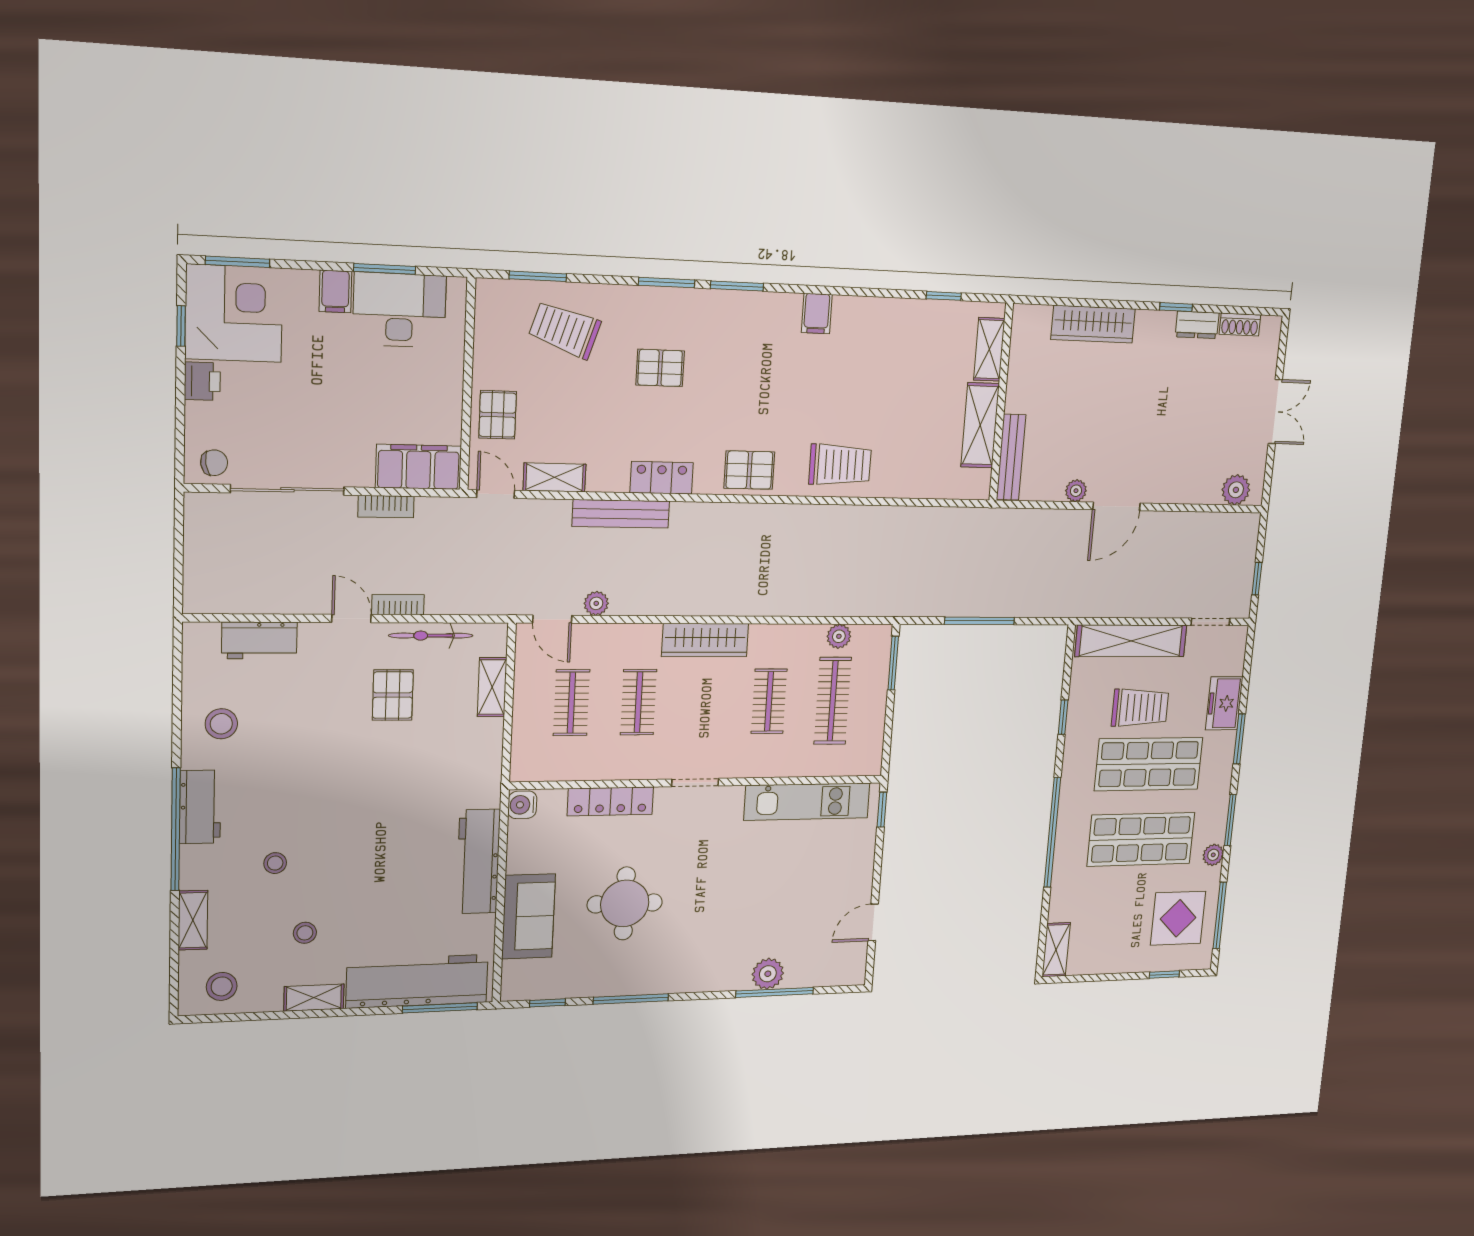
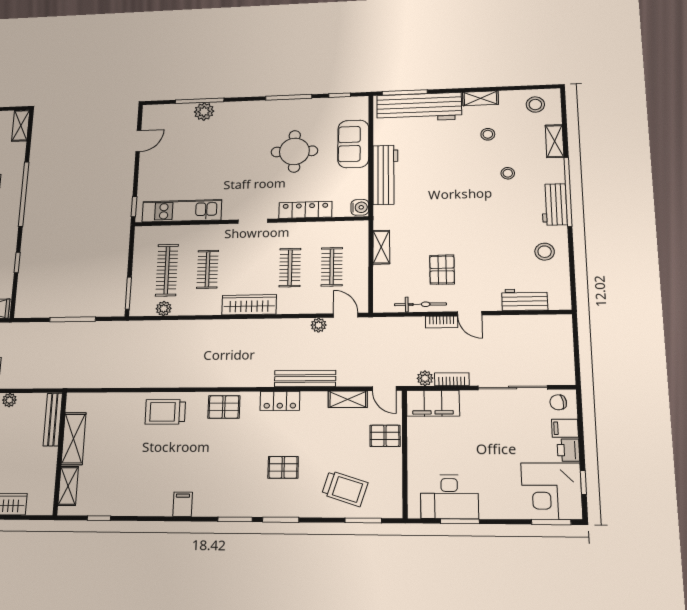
filing cabinet: (335, 291) -> (565, 428), moved, turned -90
pallet: (498, 415) -> (385, 436), turned 90
plant: (429, 509) -> (425, 378), added
shelving: (492, 687) -> (381, 247), moved

